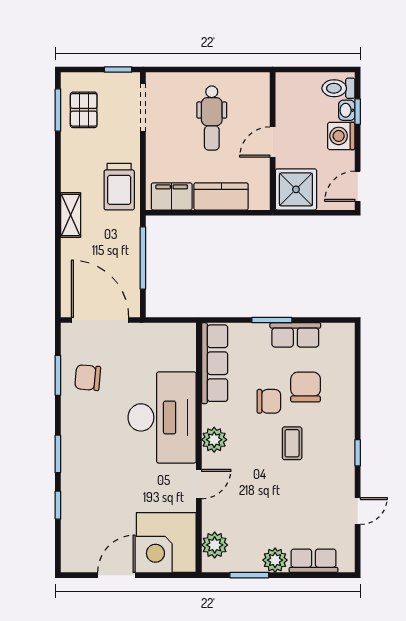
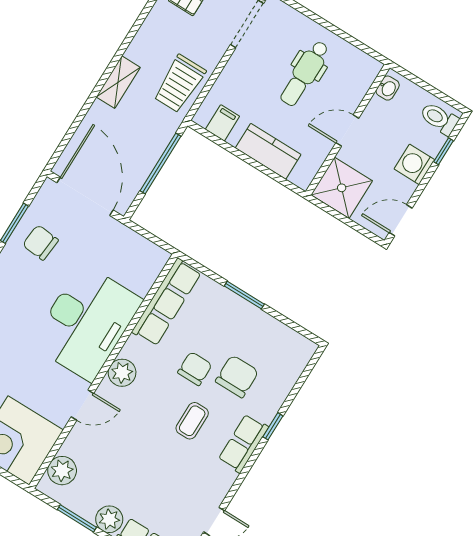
washbasin: (347, 110) -> (388, 88), moved, turned 180
filing cabinet: (172, 196) -> (222, 123), width x0.50
row of seats: (295, 335) -> (243, 443), moved, turned 90
chair: (269, 401) -> (195, 369), turned -90
window: (358, 453) -> (273, 426), moved

